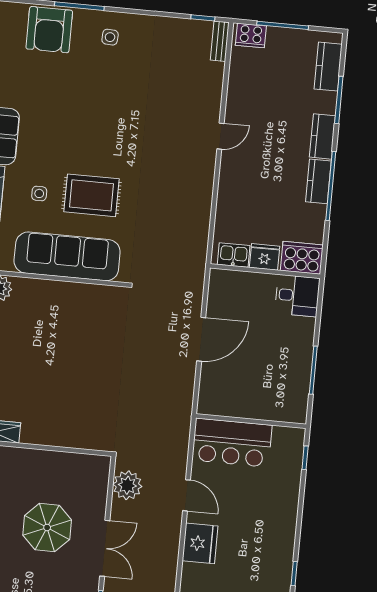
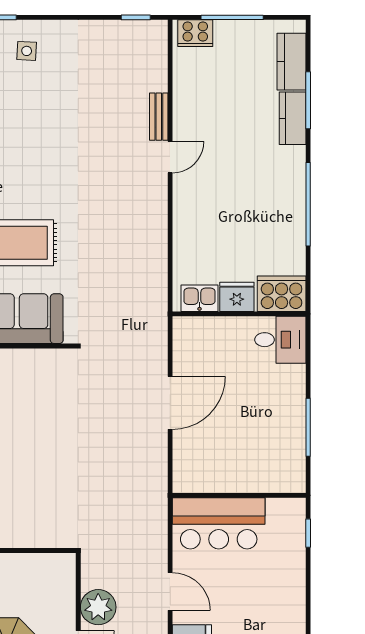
bench: (220, 41) -> (159, 117), moved
kitchen counter: (322, 136) -> (293, 118), moved
kitchen counter: (318, 181) -> (293, 200), removed
plant: (127, 485) -> (98, 607), moved

